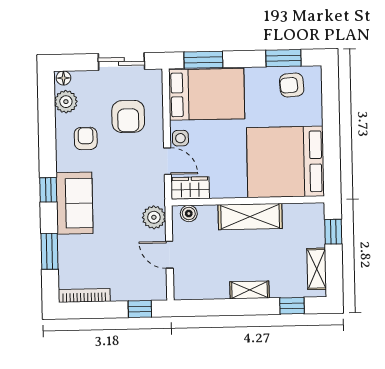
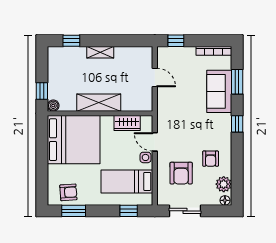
window: (203, 60) -> (129, 211), width x0.67
bed: (207, 94) -> (127, 181), width x0.67
armchair: (128, 116) -> (181, 173), turned 180
wardrobe: (190, 188) -> (127, 123), moved
sofa: (74, 203) -> (219, 91), moved
boiler: (189, 213) -> (53, 106), moved
plant: (154, 217) -> (165, 103), removed
shelving: (317, 269) -> (54, 66), removed

